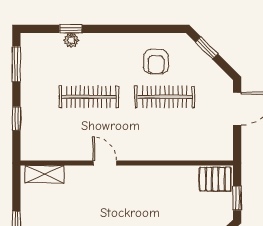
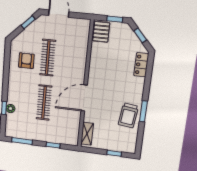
window: (207, 48) -> (28, 22), moved
armchair: (156, 62) -> (26, 61), turned -90
door: (105, 163) -> (84, 98), width x1.87

